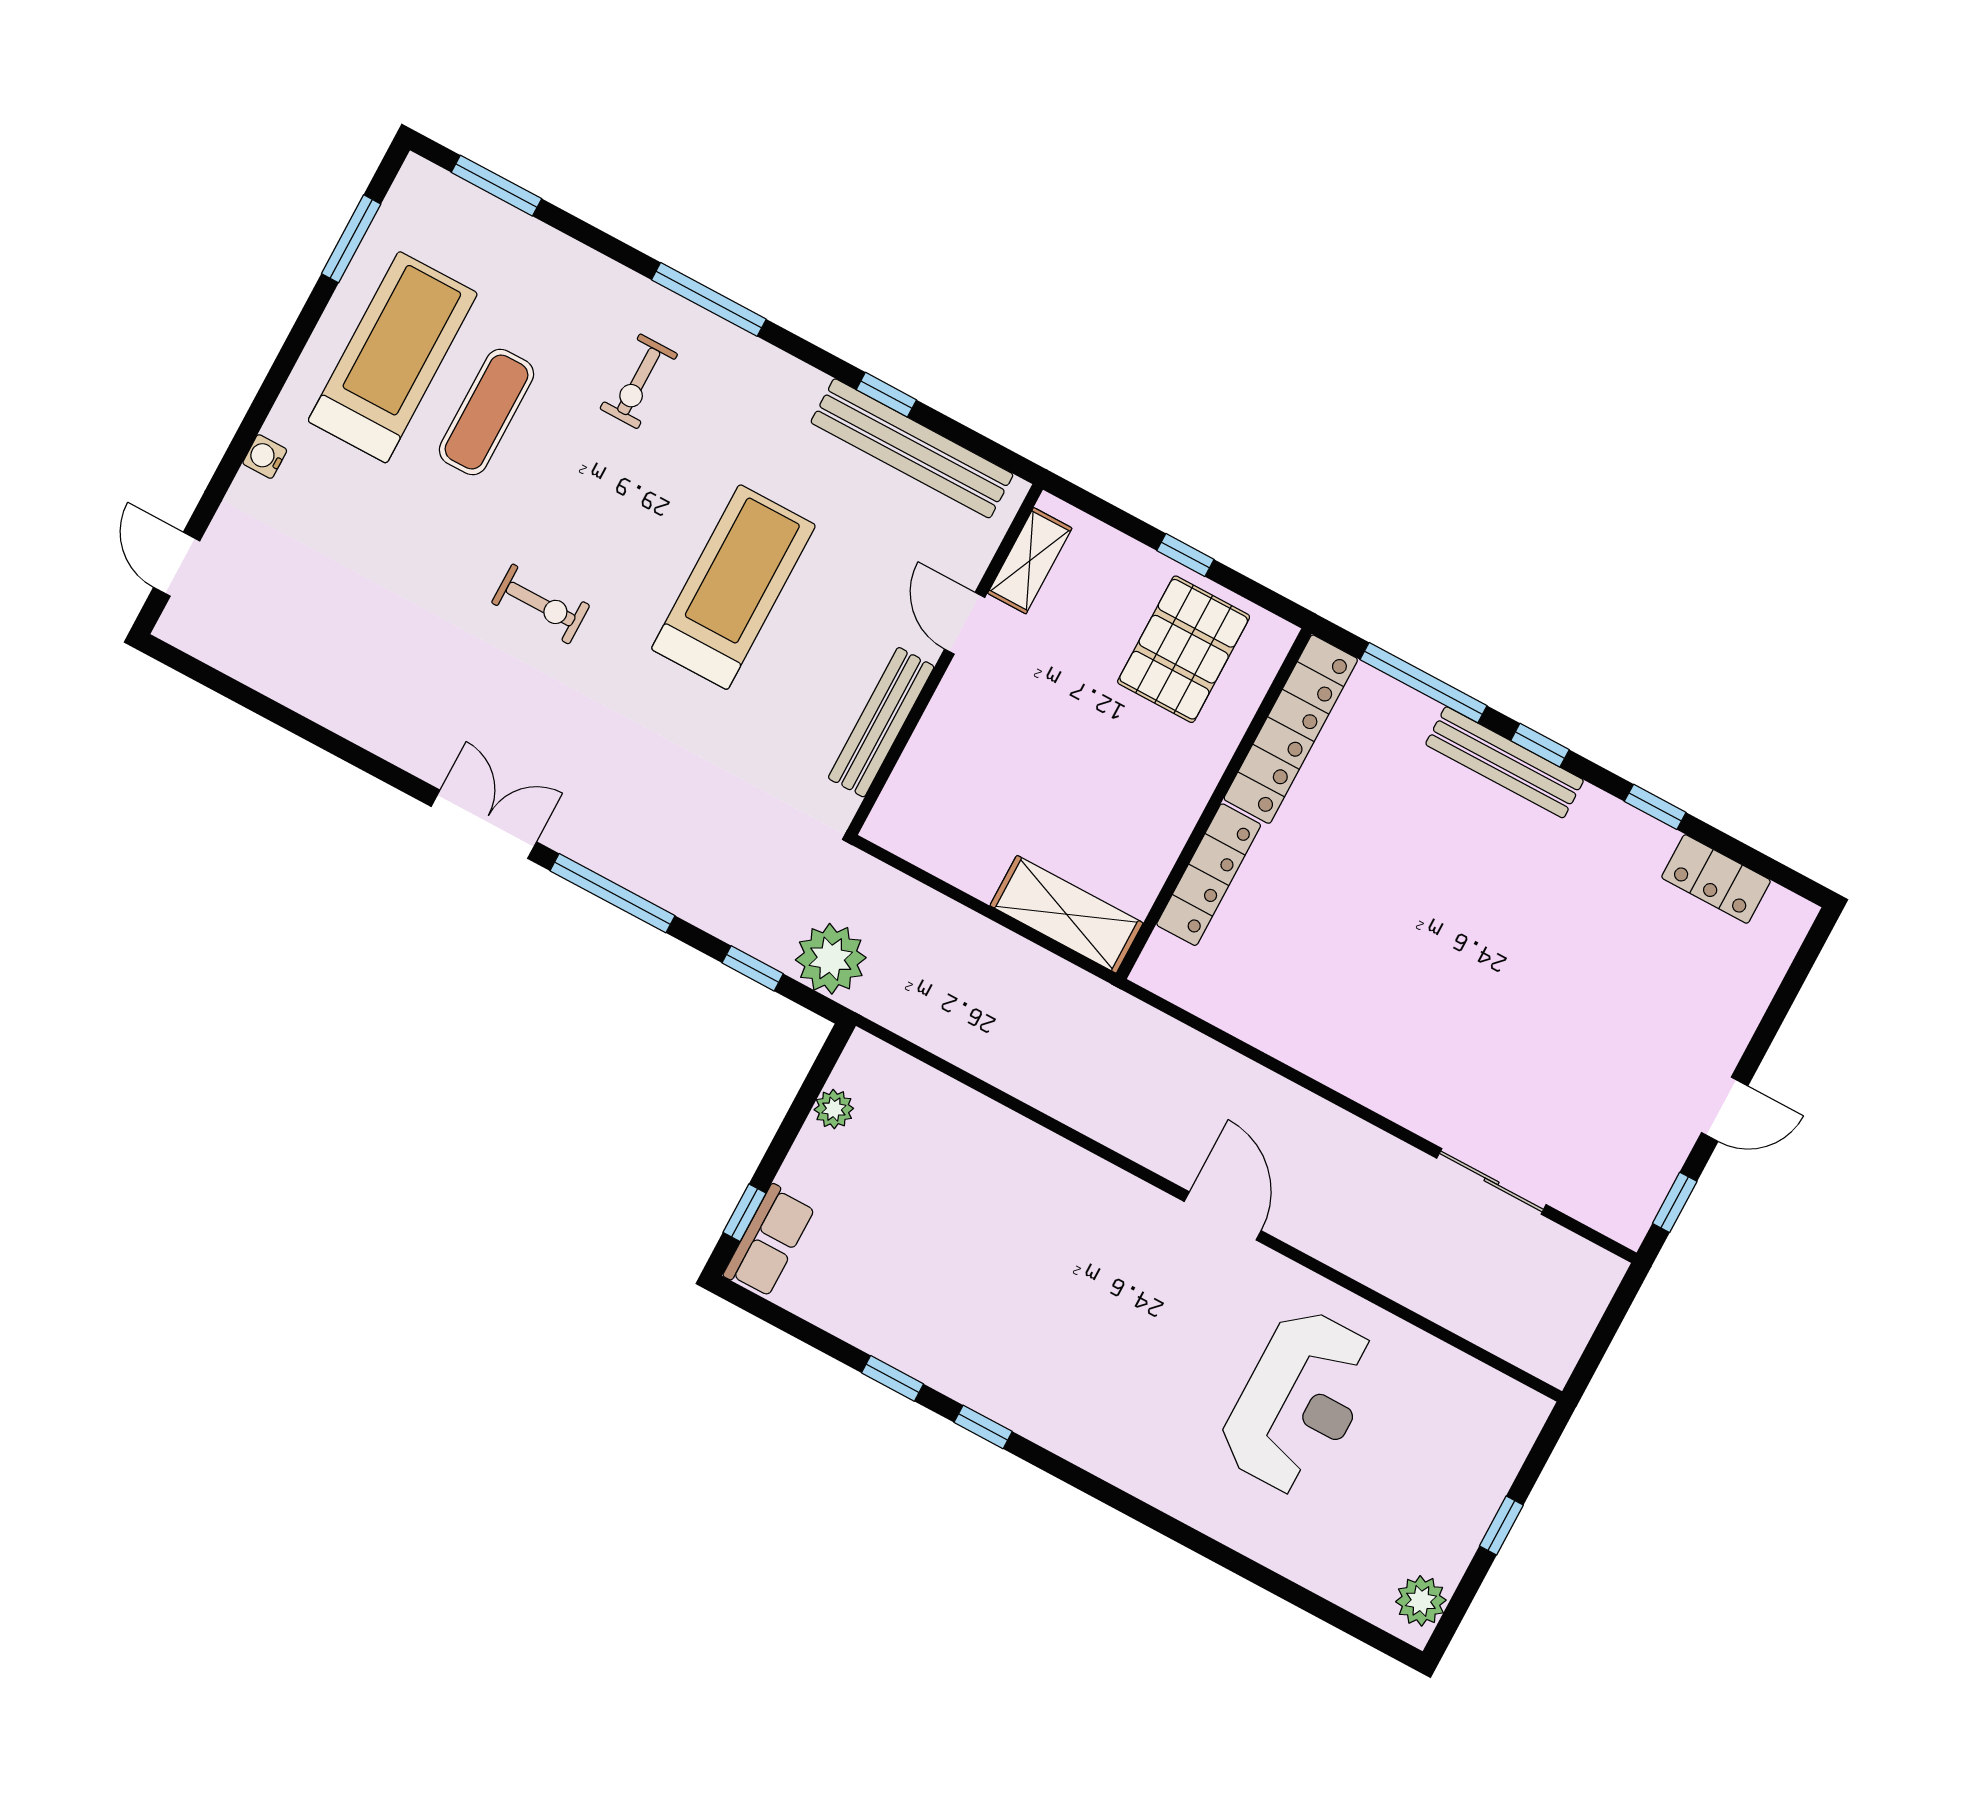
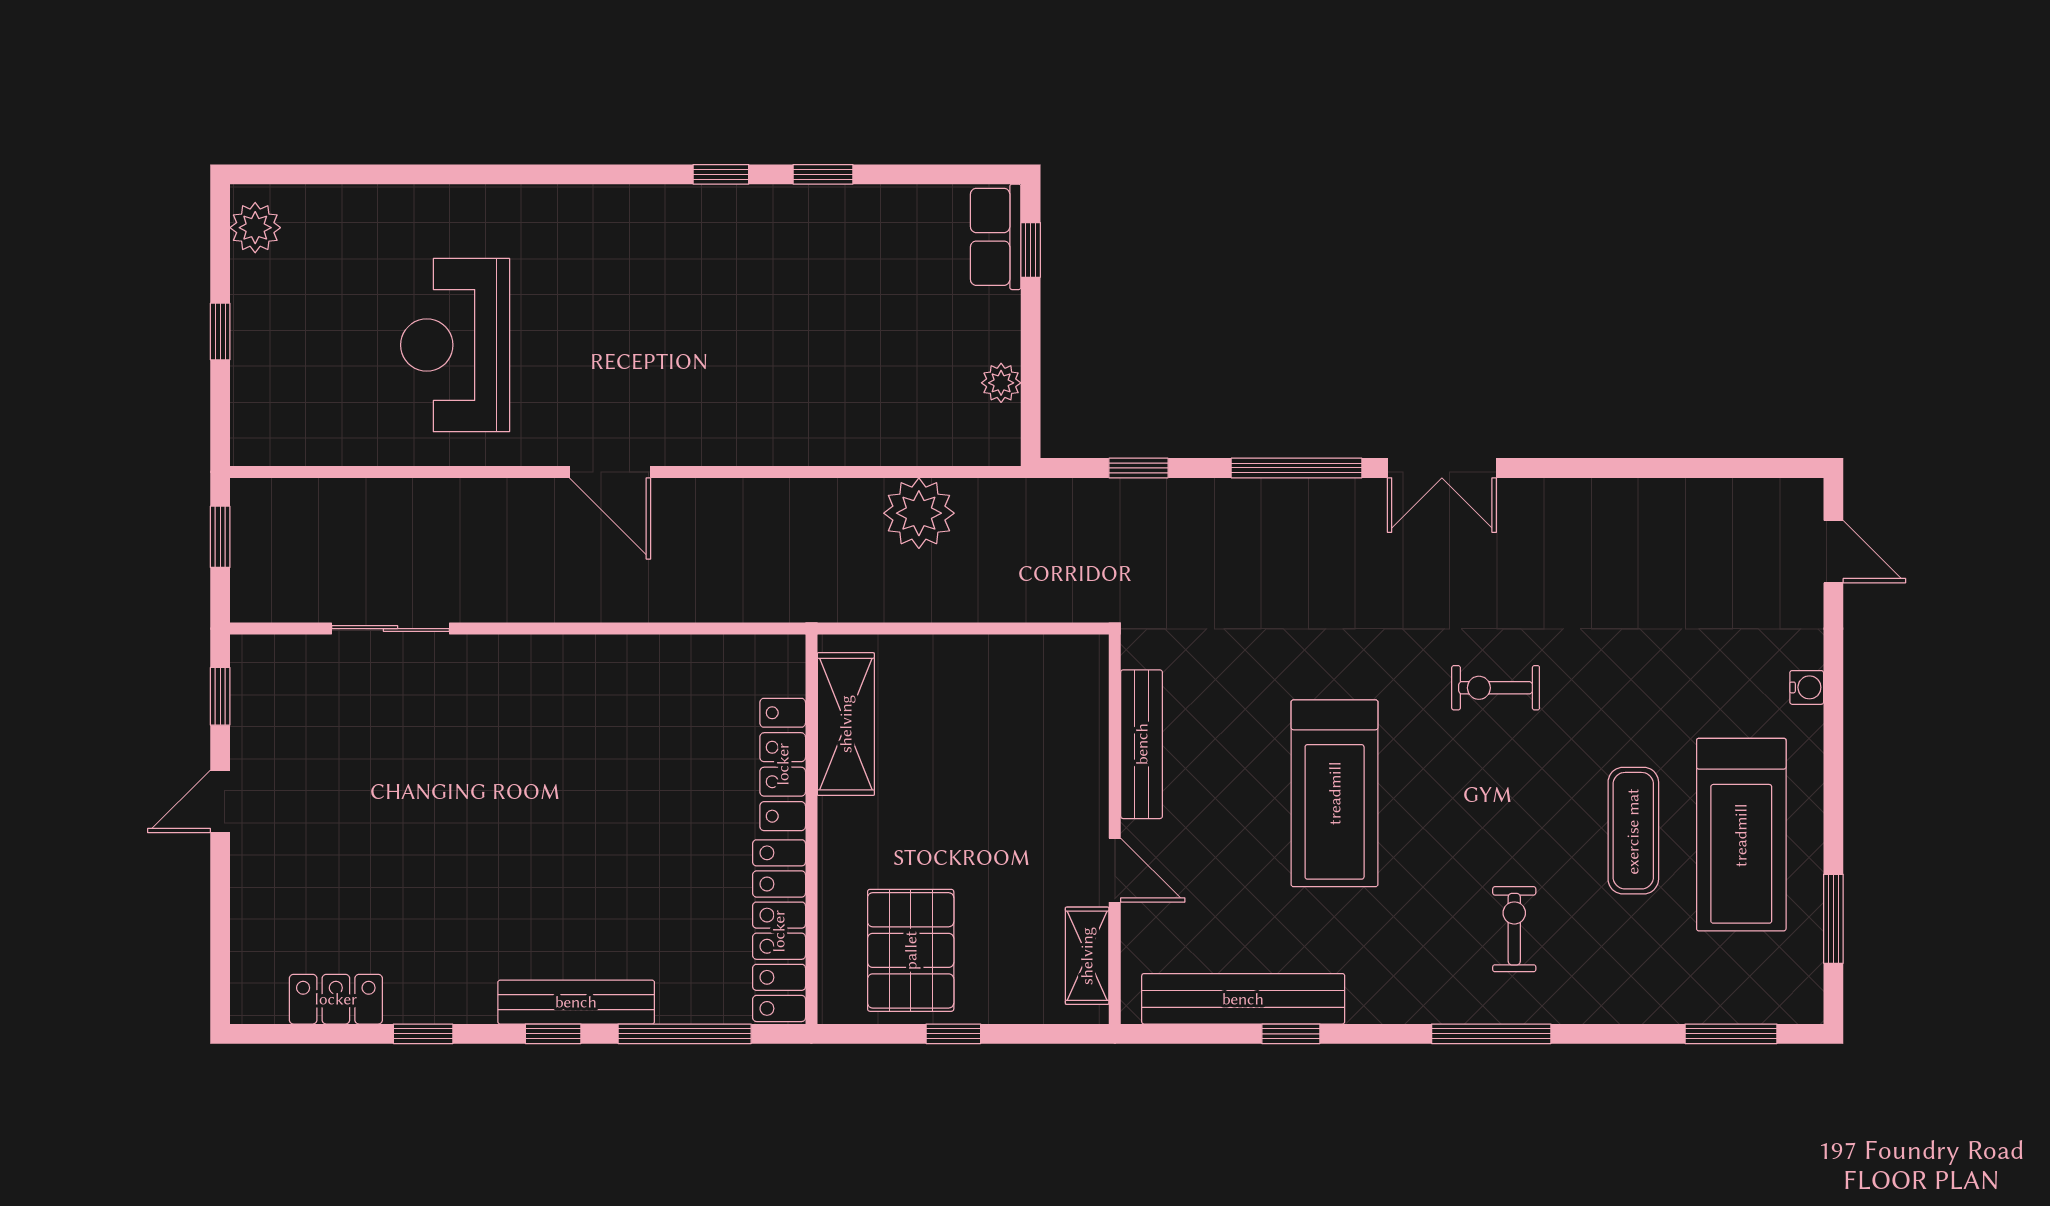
shelving: (1067, 914) -> (846, 724), moved, turned 90
plant: (831, 959) -> (919, 513), moved
window: (1599, 1344) -> (220, 537), added

